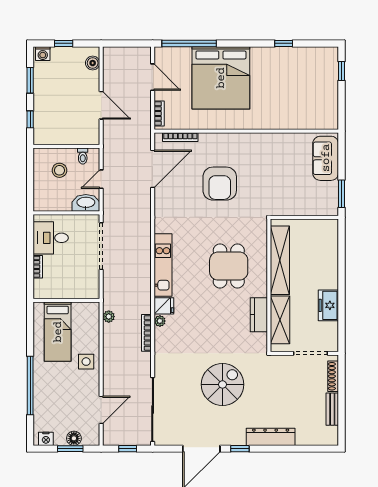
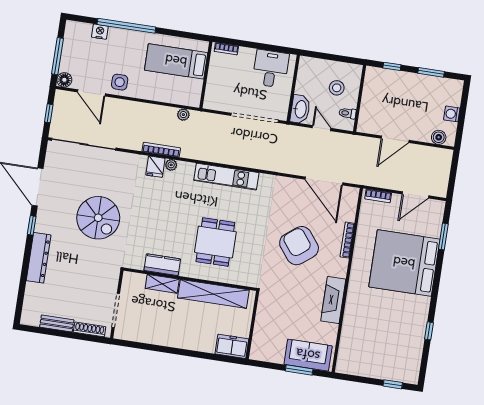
window: (64, 43) -> (463, 111), removed
window: (189, 43) -> (443, 236), width x0.47
washing machine: (43, 54) -> (452, 114), moved
bookcase: (180, 137) -> (347, 240), moved
fireplace: (268, 142) -> (333, 300), added
armchair: (220, 184) -> (299, 246), turned 52
window: (342, 194) -> (299, 370), moved
dining table: (229, 266) -> (215, 242), turned 90
bookcase: (38, 267) -> (226, 49), moved
freezer: (328, 305) -> (232, 346), moved
fridge: (164, 306) -> (155, 167), moved
shelving: (280, 320) -> (162, 284), width x0.67, depth x0.75
side table: (86, 362) -> (120, 82), moved
floor lamp: (74, 438) -> (64, 80), moved
nightstand: (46, 439) -> (100, 32), moved, turned 90
window: (70, 449) -> (58, 56), width x1.44

